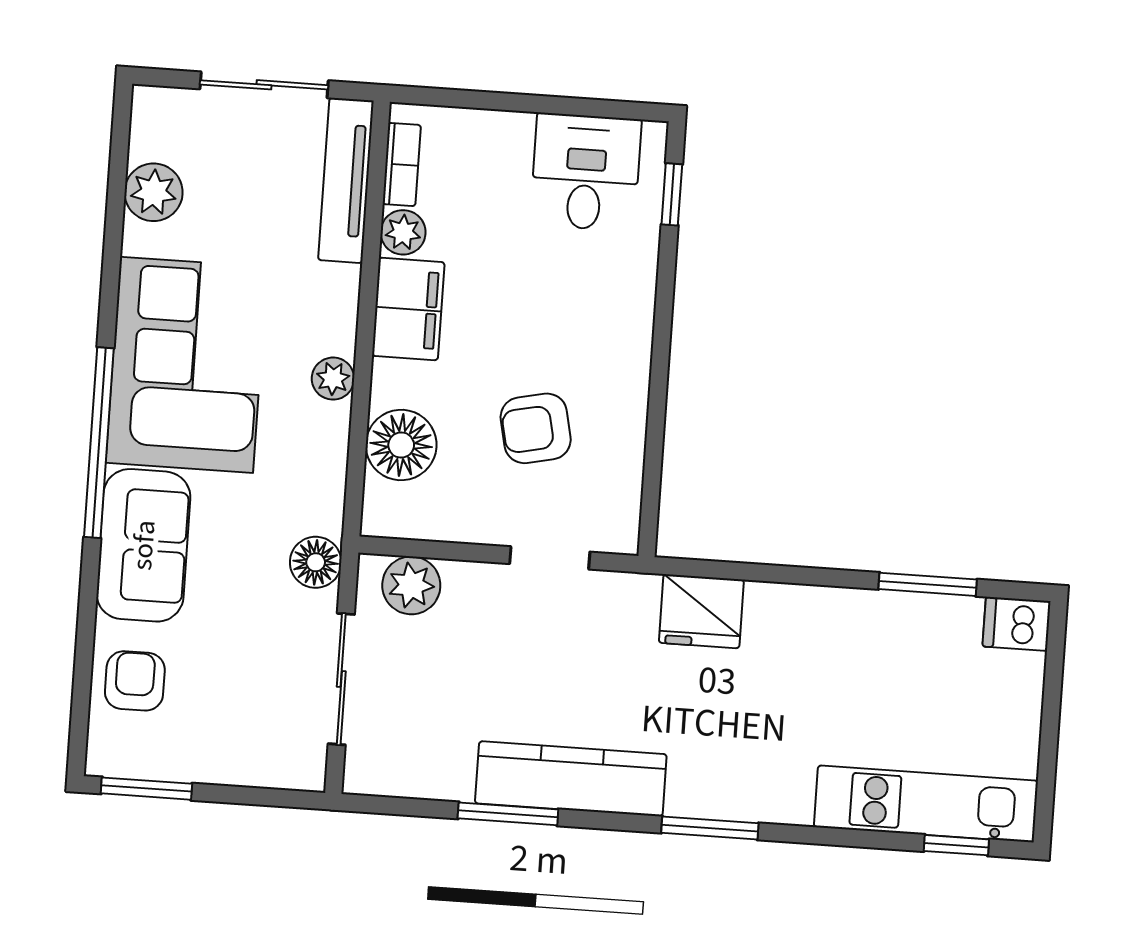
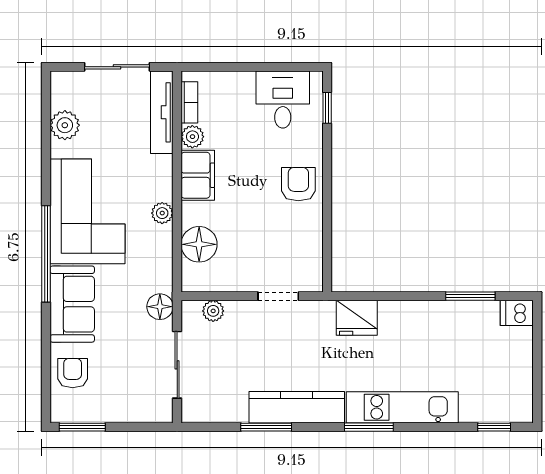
armchair: (536, 428) -> (298, 184), moved, turned 102
plant: (411, 585) -> (213, 311), width x0.73, depth x0.73
kitchen unit: (926, 804) -> (402, 407), moved

